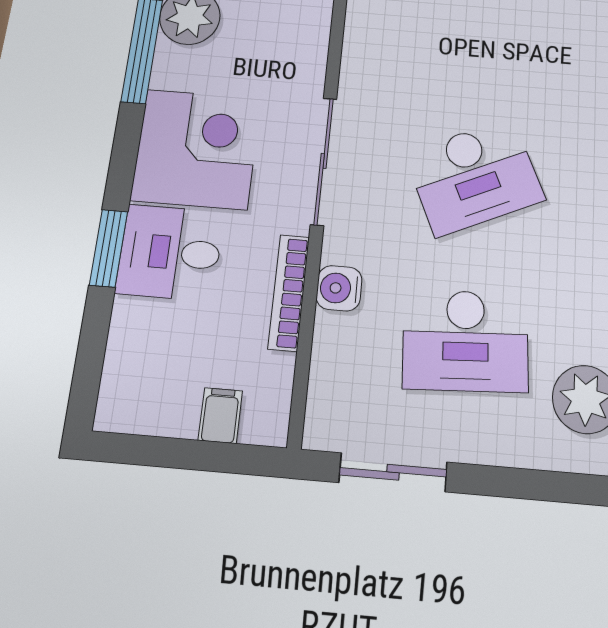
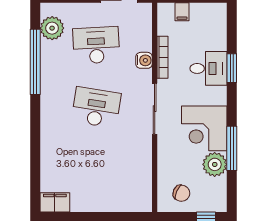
corner desk: (196, 149) -> (204, 128), moved
desk: (474, 176) -> (96, 107), turned 33

